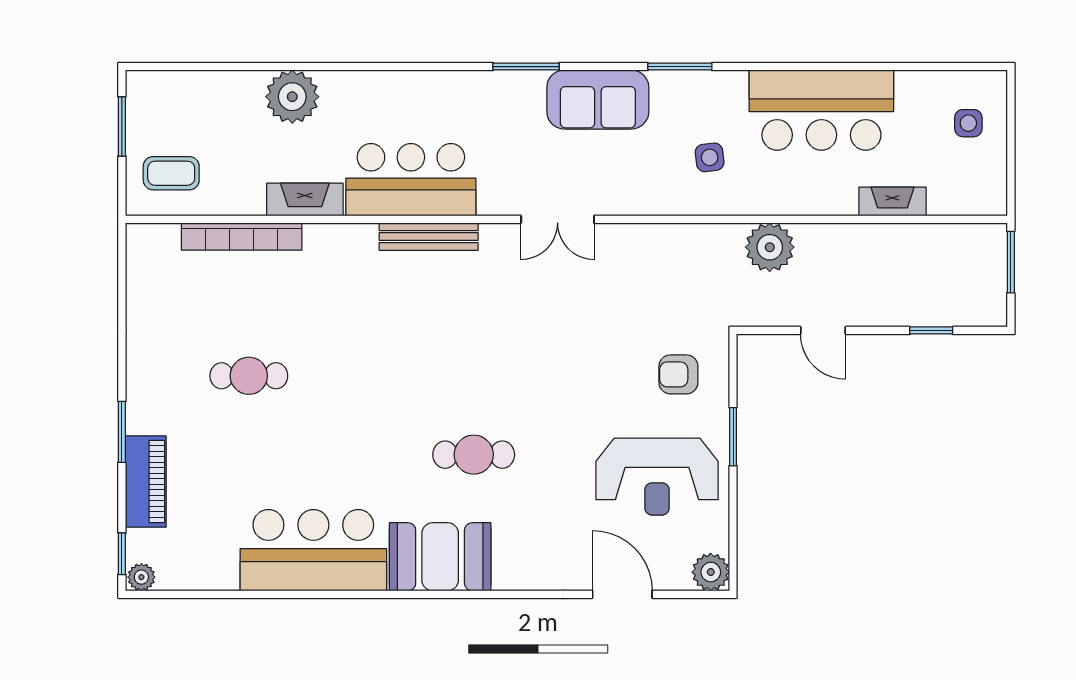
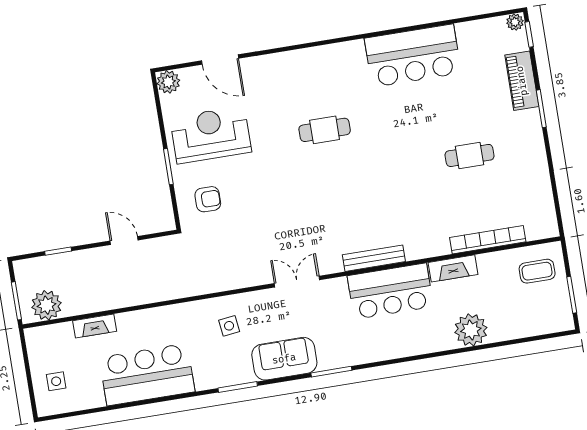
side table: (710, 157) -> (229, 326), moved
plant: (770, 247) -> (47, 305), moved
booth: (440, 557) -> (335, 64), removed

